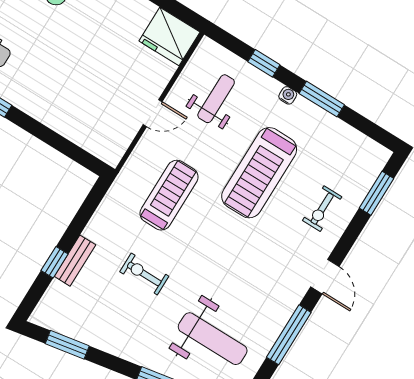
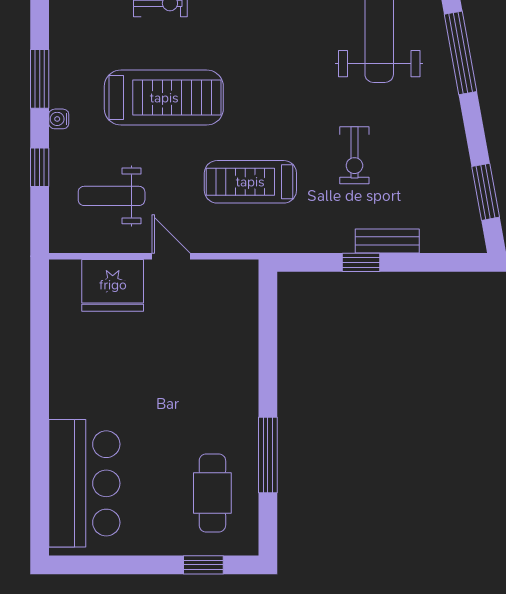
fridge: (169, 37) -> (113, 285), moved, turned 90
window: (55, 262) -> (361, 262), moved

